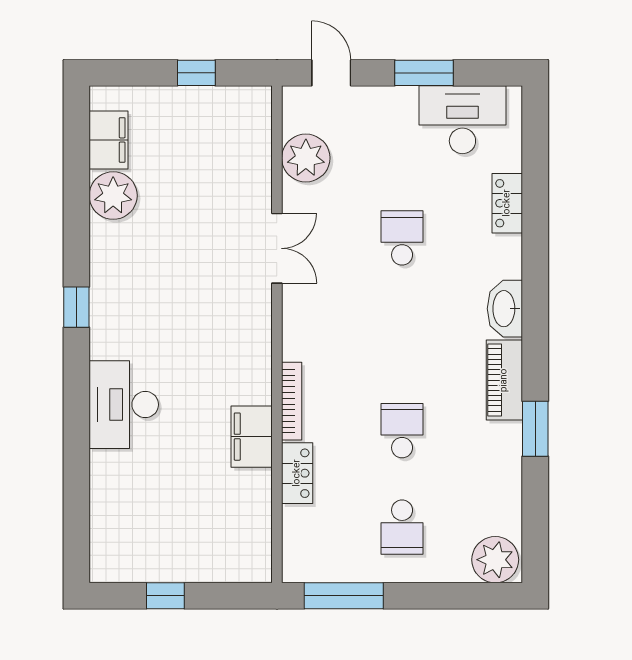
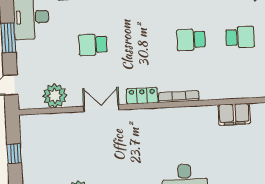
filing cabinet: (252, 437) -> (234, 114), moved
locker: (297, 473) -> (142, 96), moved

